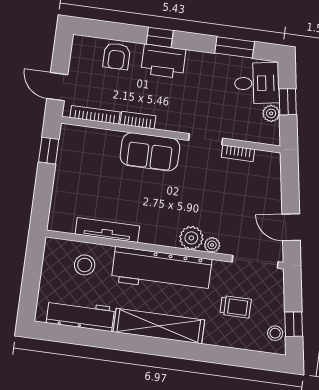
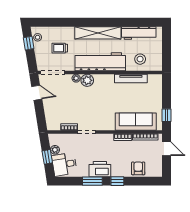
window: (235, 47) -> (92, 181), moved
printer: (163, 61) -> (100, 169), moved
sofa: (150, 152) -> (136, 122), moved, width x1.36

